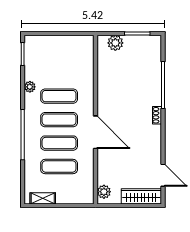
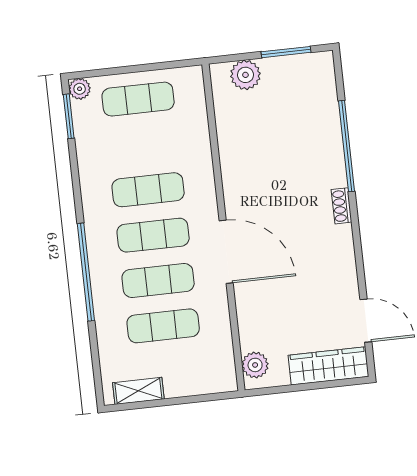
exercise mat: (59, 49) -> (138, 99), added
plant: (30, 87) -> (80, 89), moved

